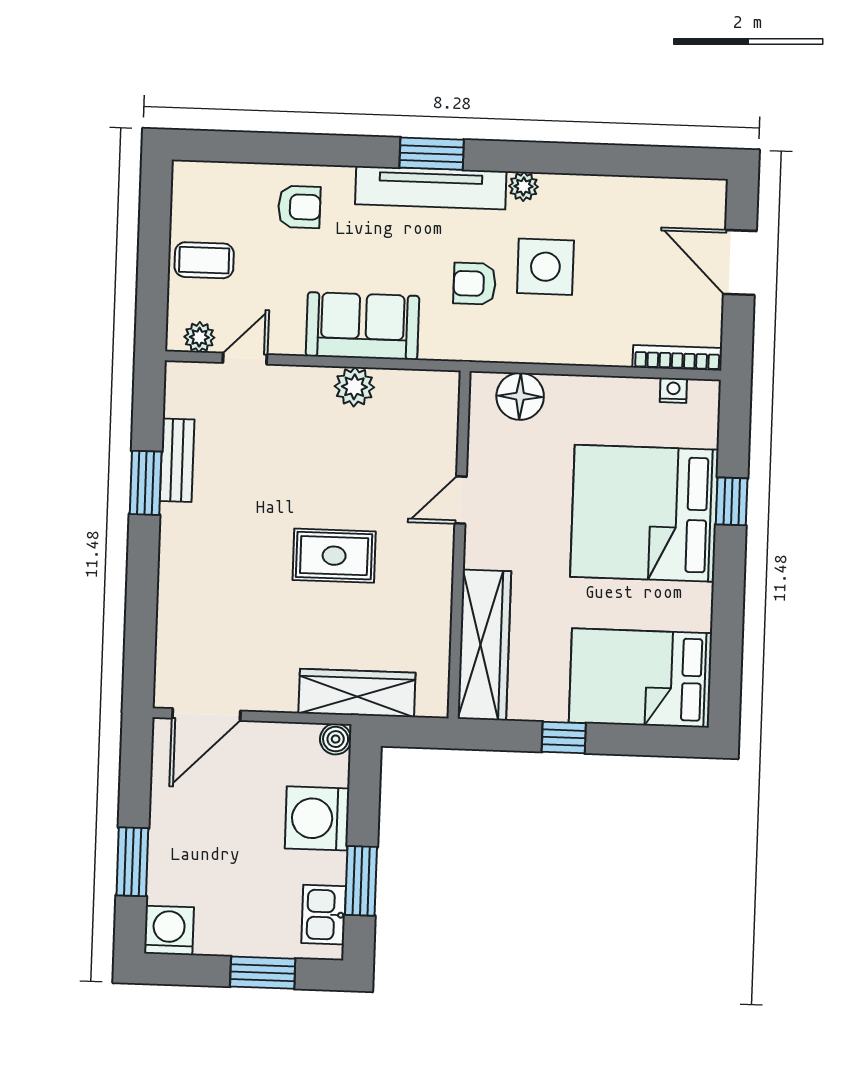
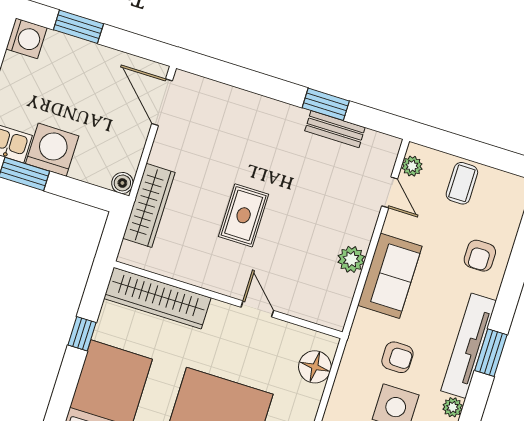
armchair: (474, 284) -> (397, 357), turned 90
washing machine: (317, 818) -> (52, 150), moved

